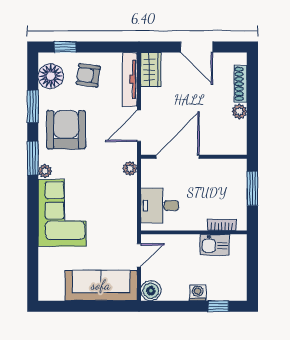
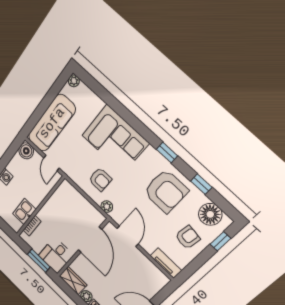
wardrobe: (151, 70) -> (73, 281), moved, turned 180
tv unit: (130, 79) -> (166, 263), width x0.71
window: (33, 106) -> (201, 184), width x0.67
window: (33, 158) -> (167, 153), width x0.67
plant: (45, 171) -> (74, 81), moved
armchair: (111, 196) -> (100, 179), added
desk: (160, 206) -> (56, 255), moved, turned 180

